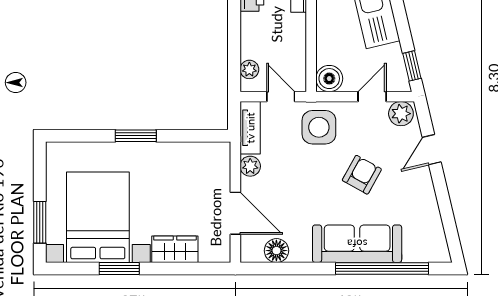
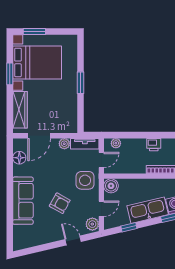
window: (412, 66) -> (129, 227), moved
door: (372, 97) -> (101, 209), hinge flipped
wardrobe: (175, 249) -> (20, 110), width x1.50
window: (382, 269) -> (10, 214), removed

